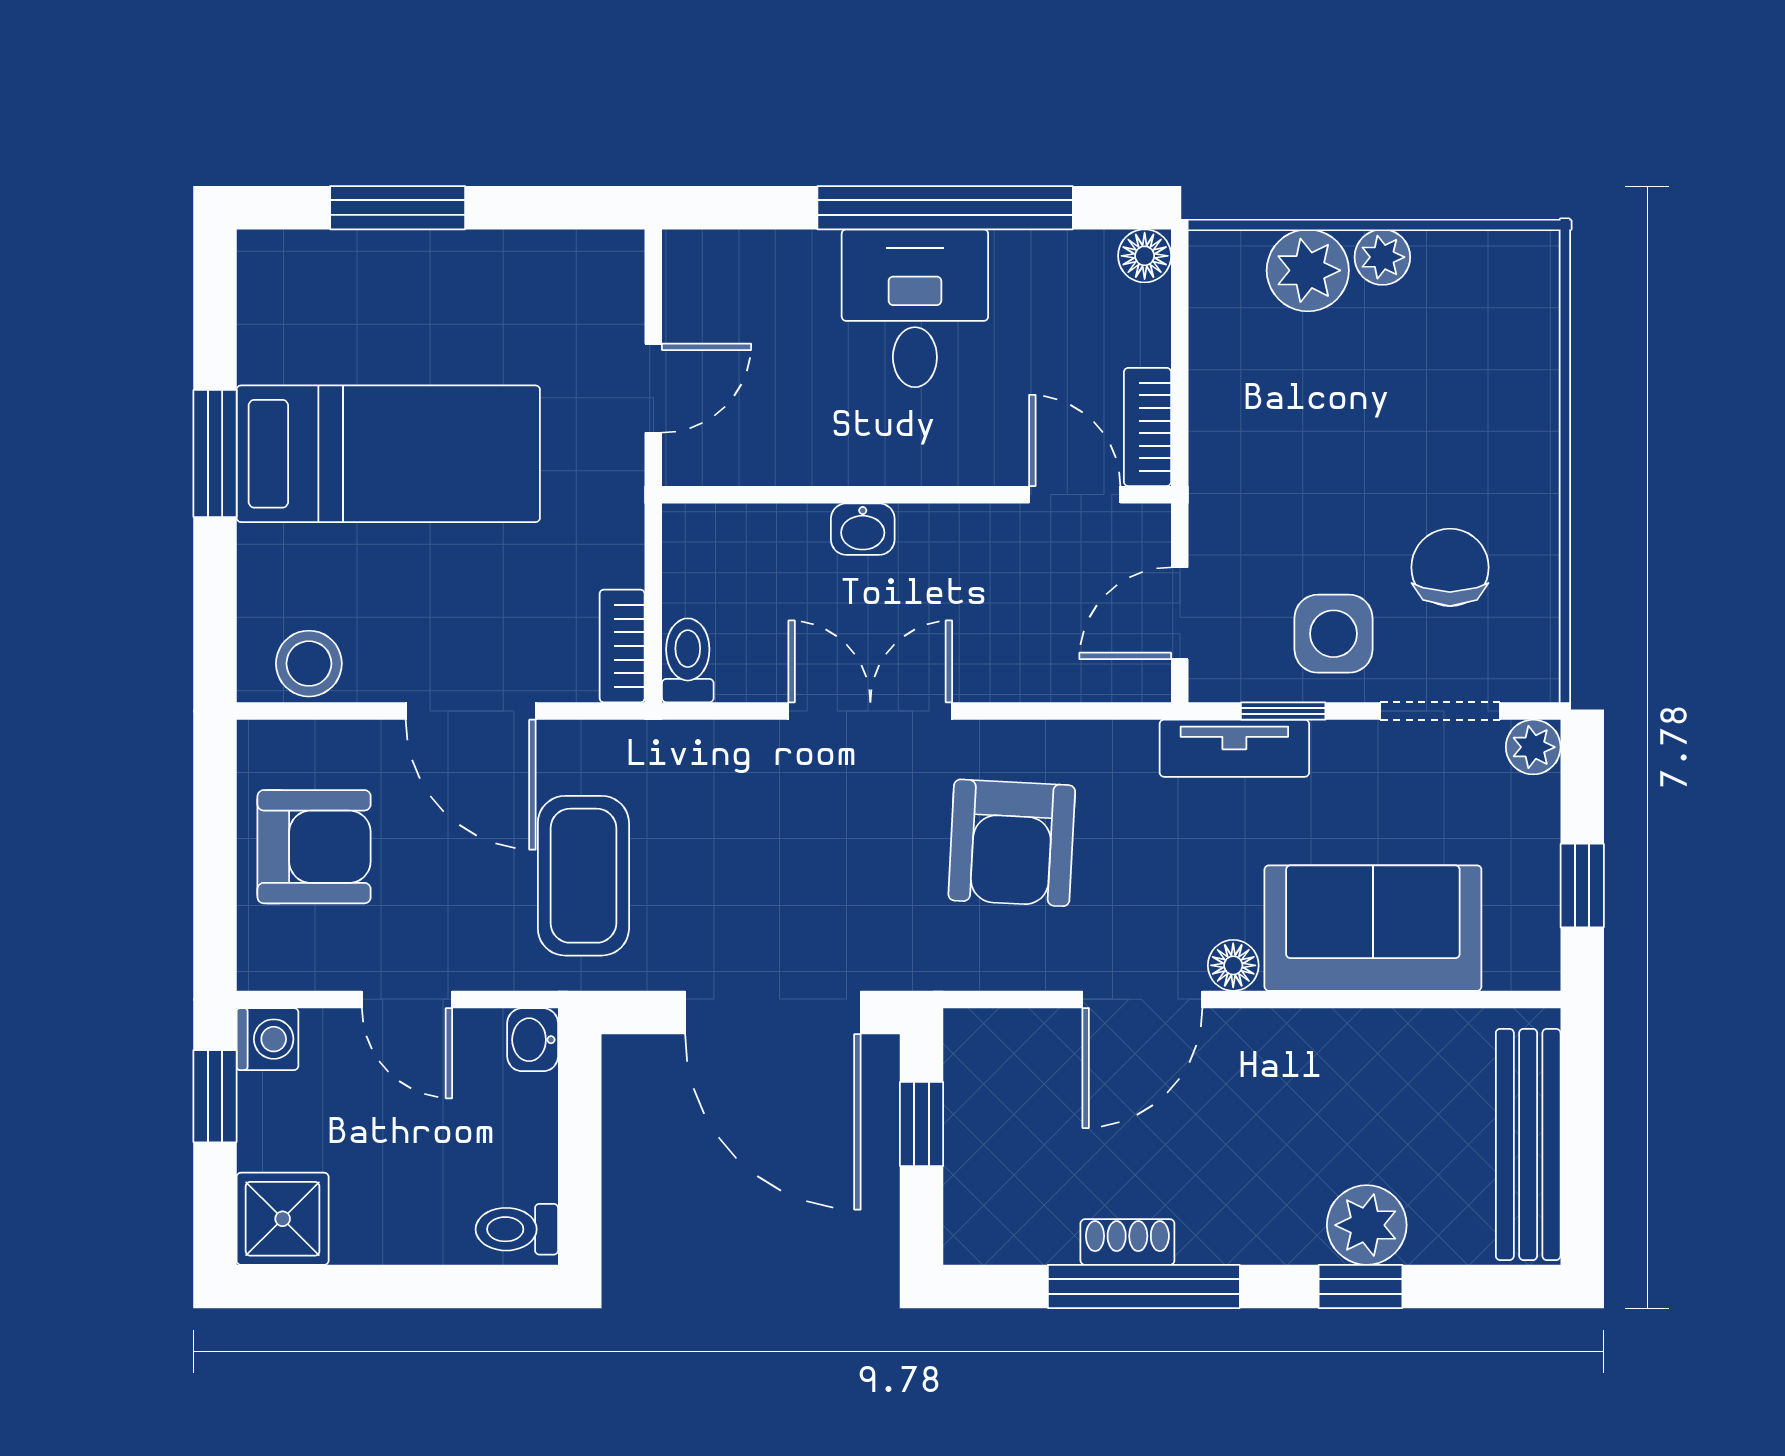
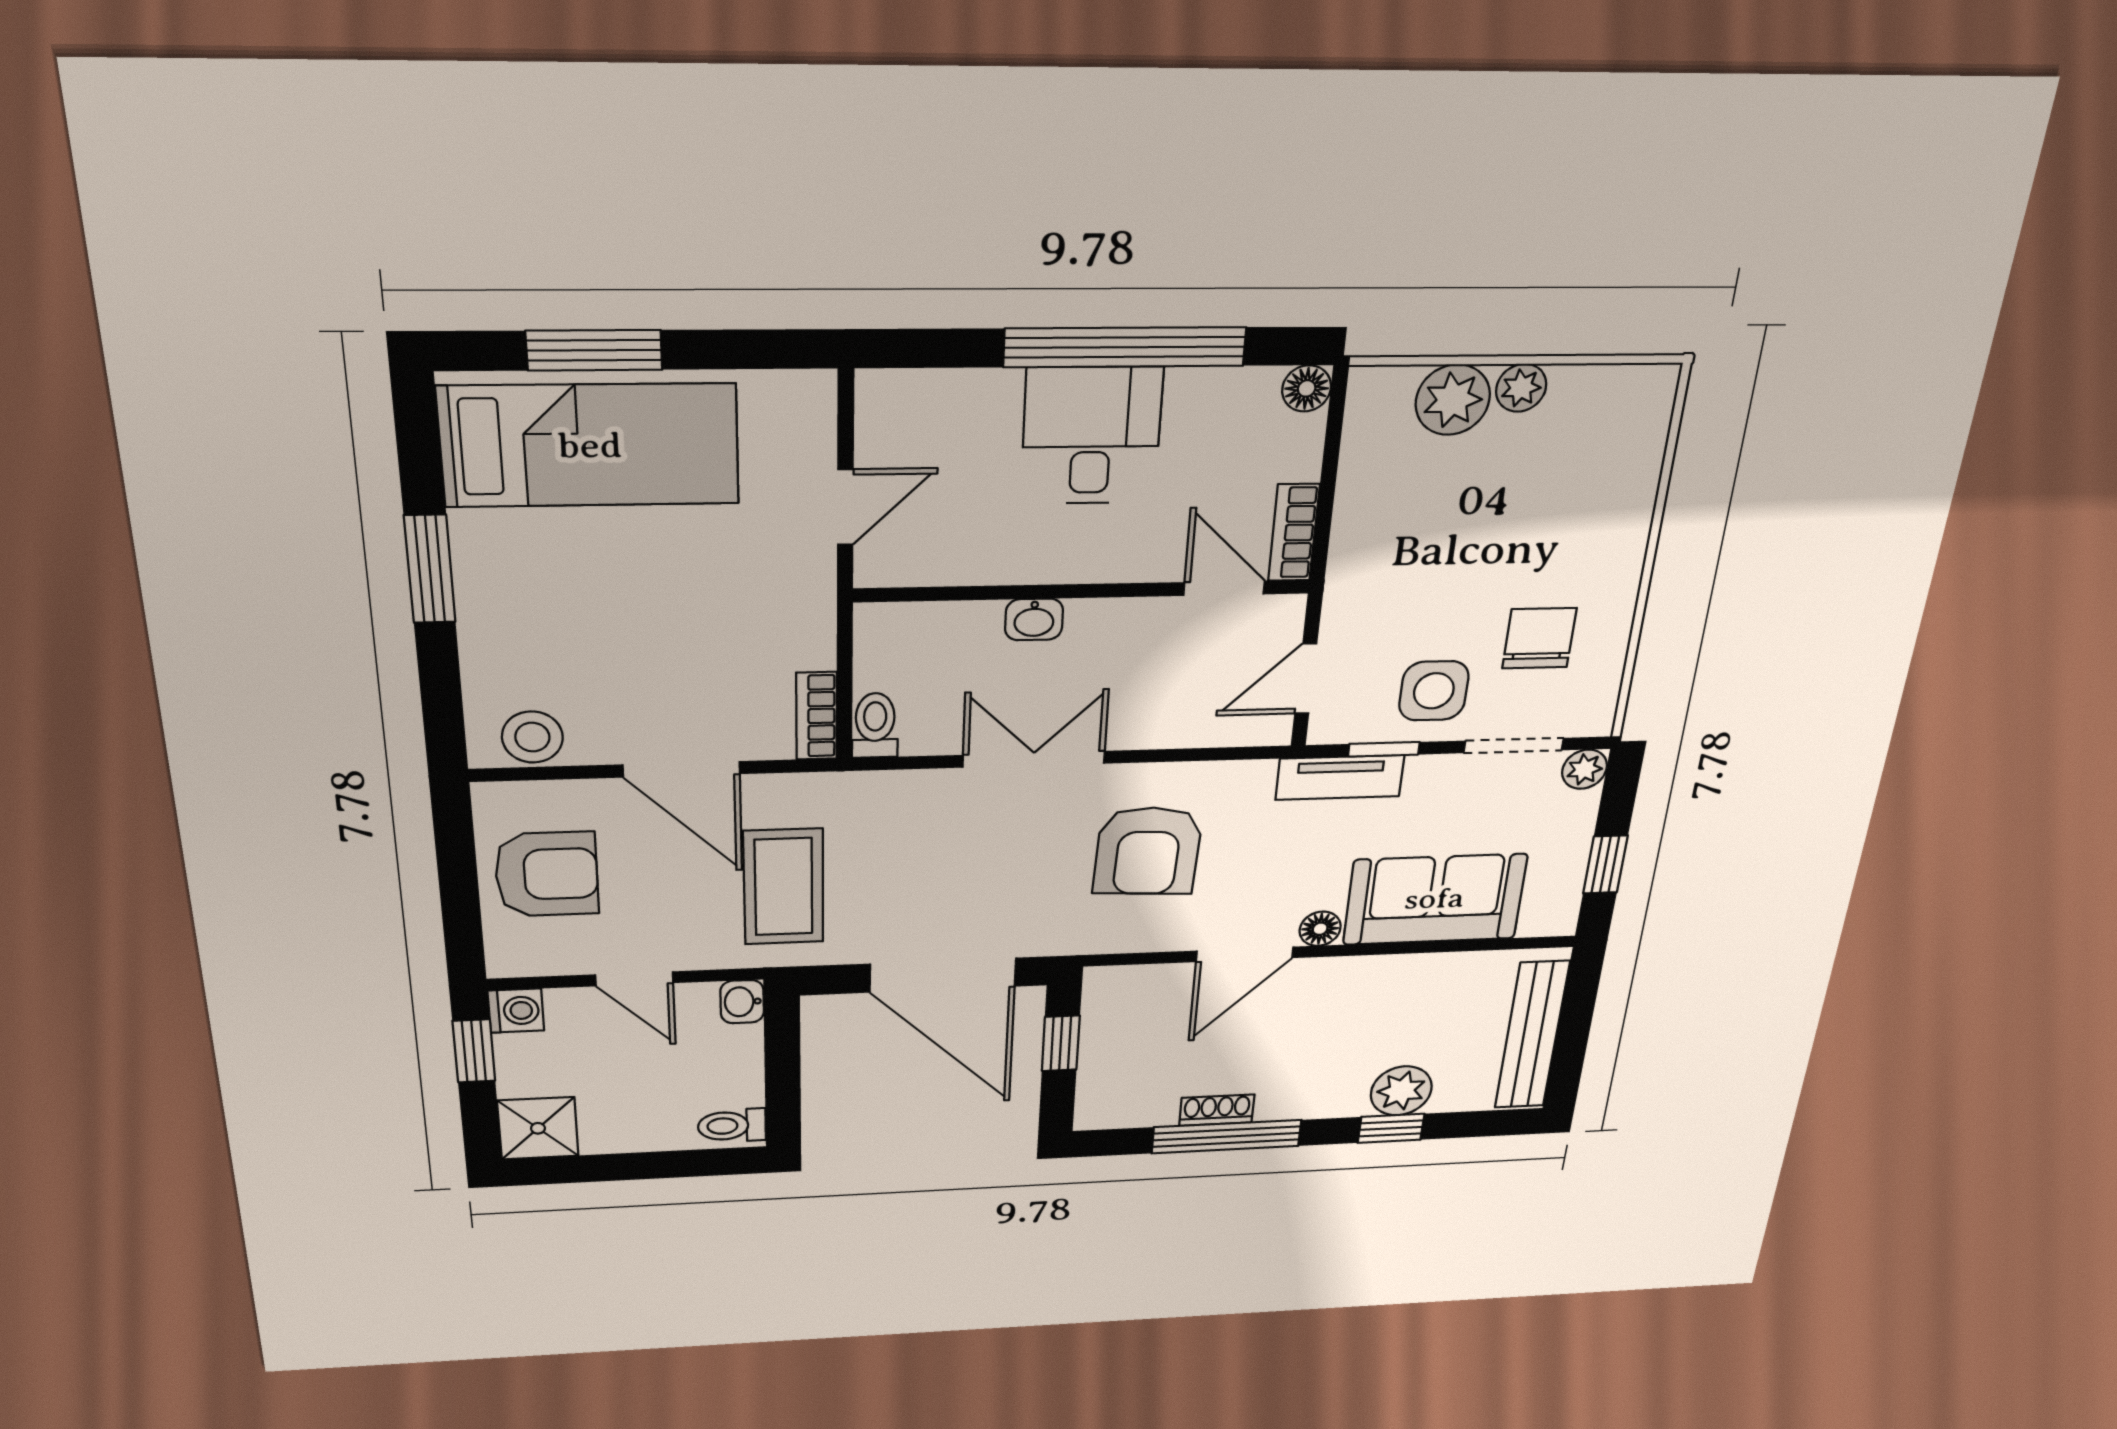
bed: (388, 454) -> (590, 446), moved

